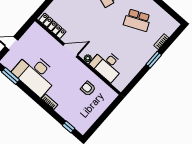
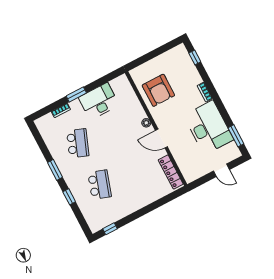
school desk: (137, 20) -> (78, 143), turned 45
desk: (107, 65) -> (99, 101), moved, turned -90
armchair: (88, 89) -> (158, 90), width x1.88, depth x1.88

